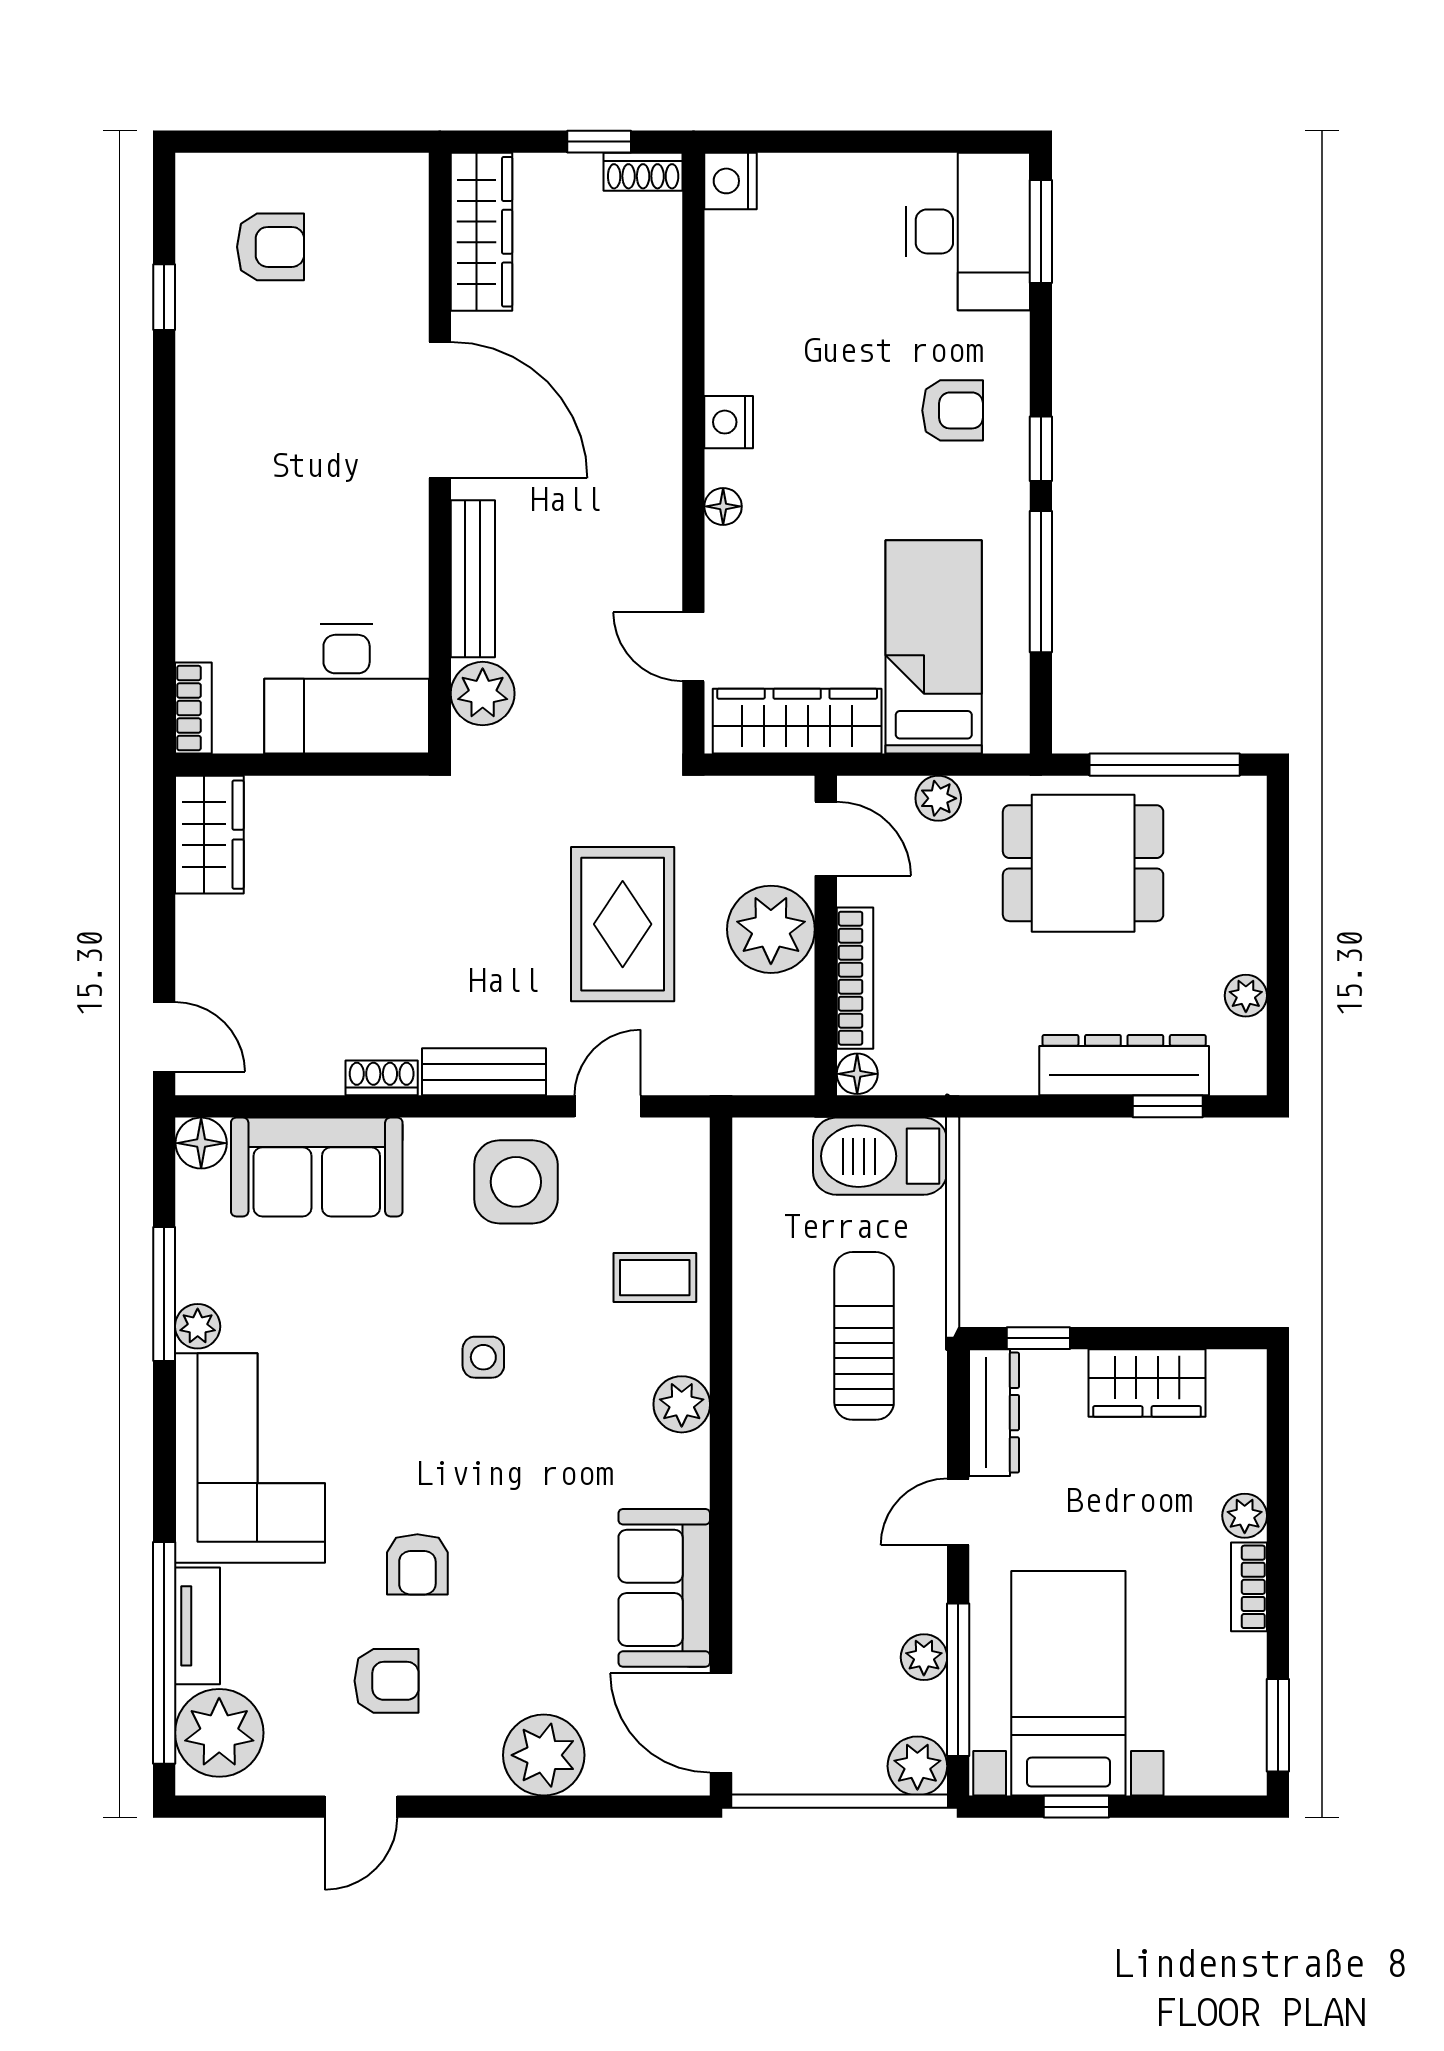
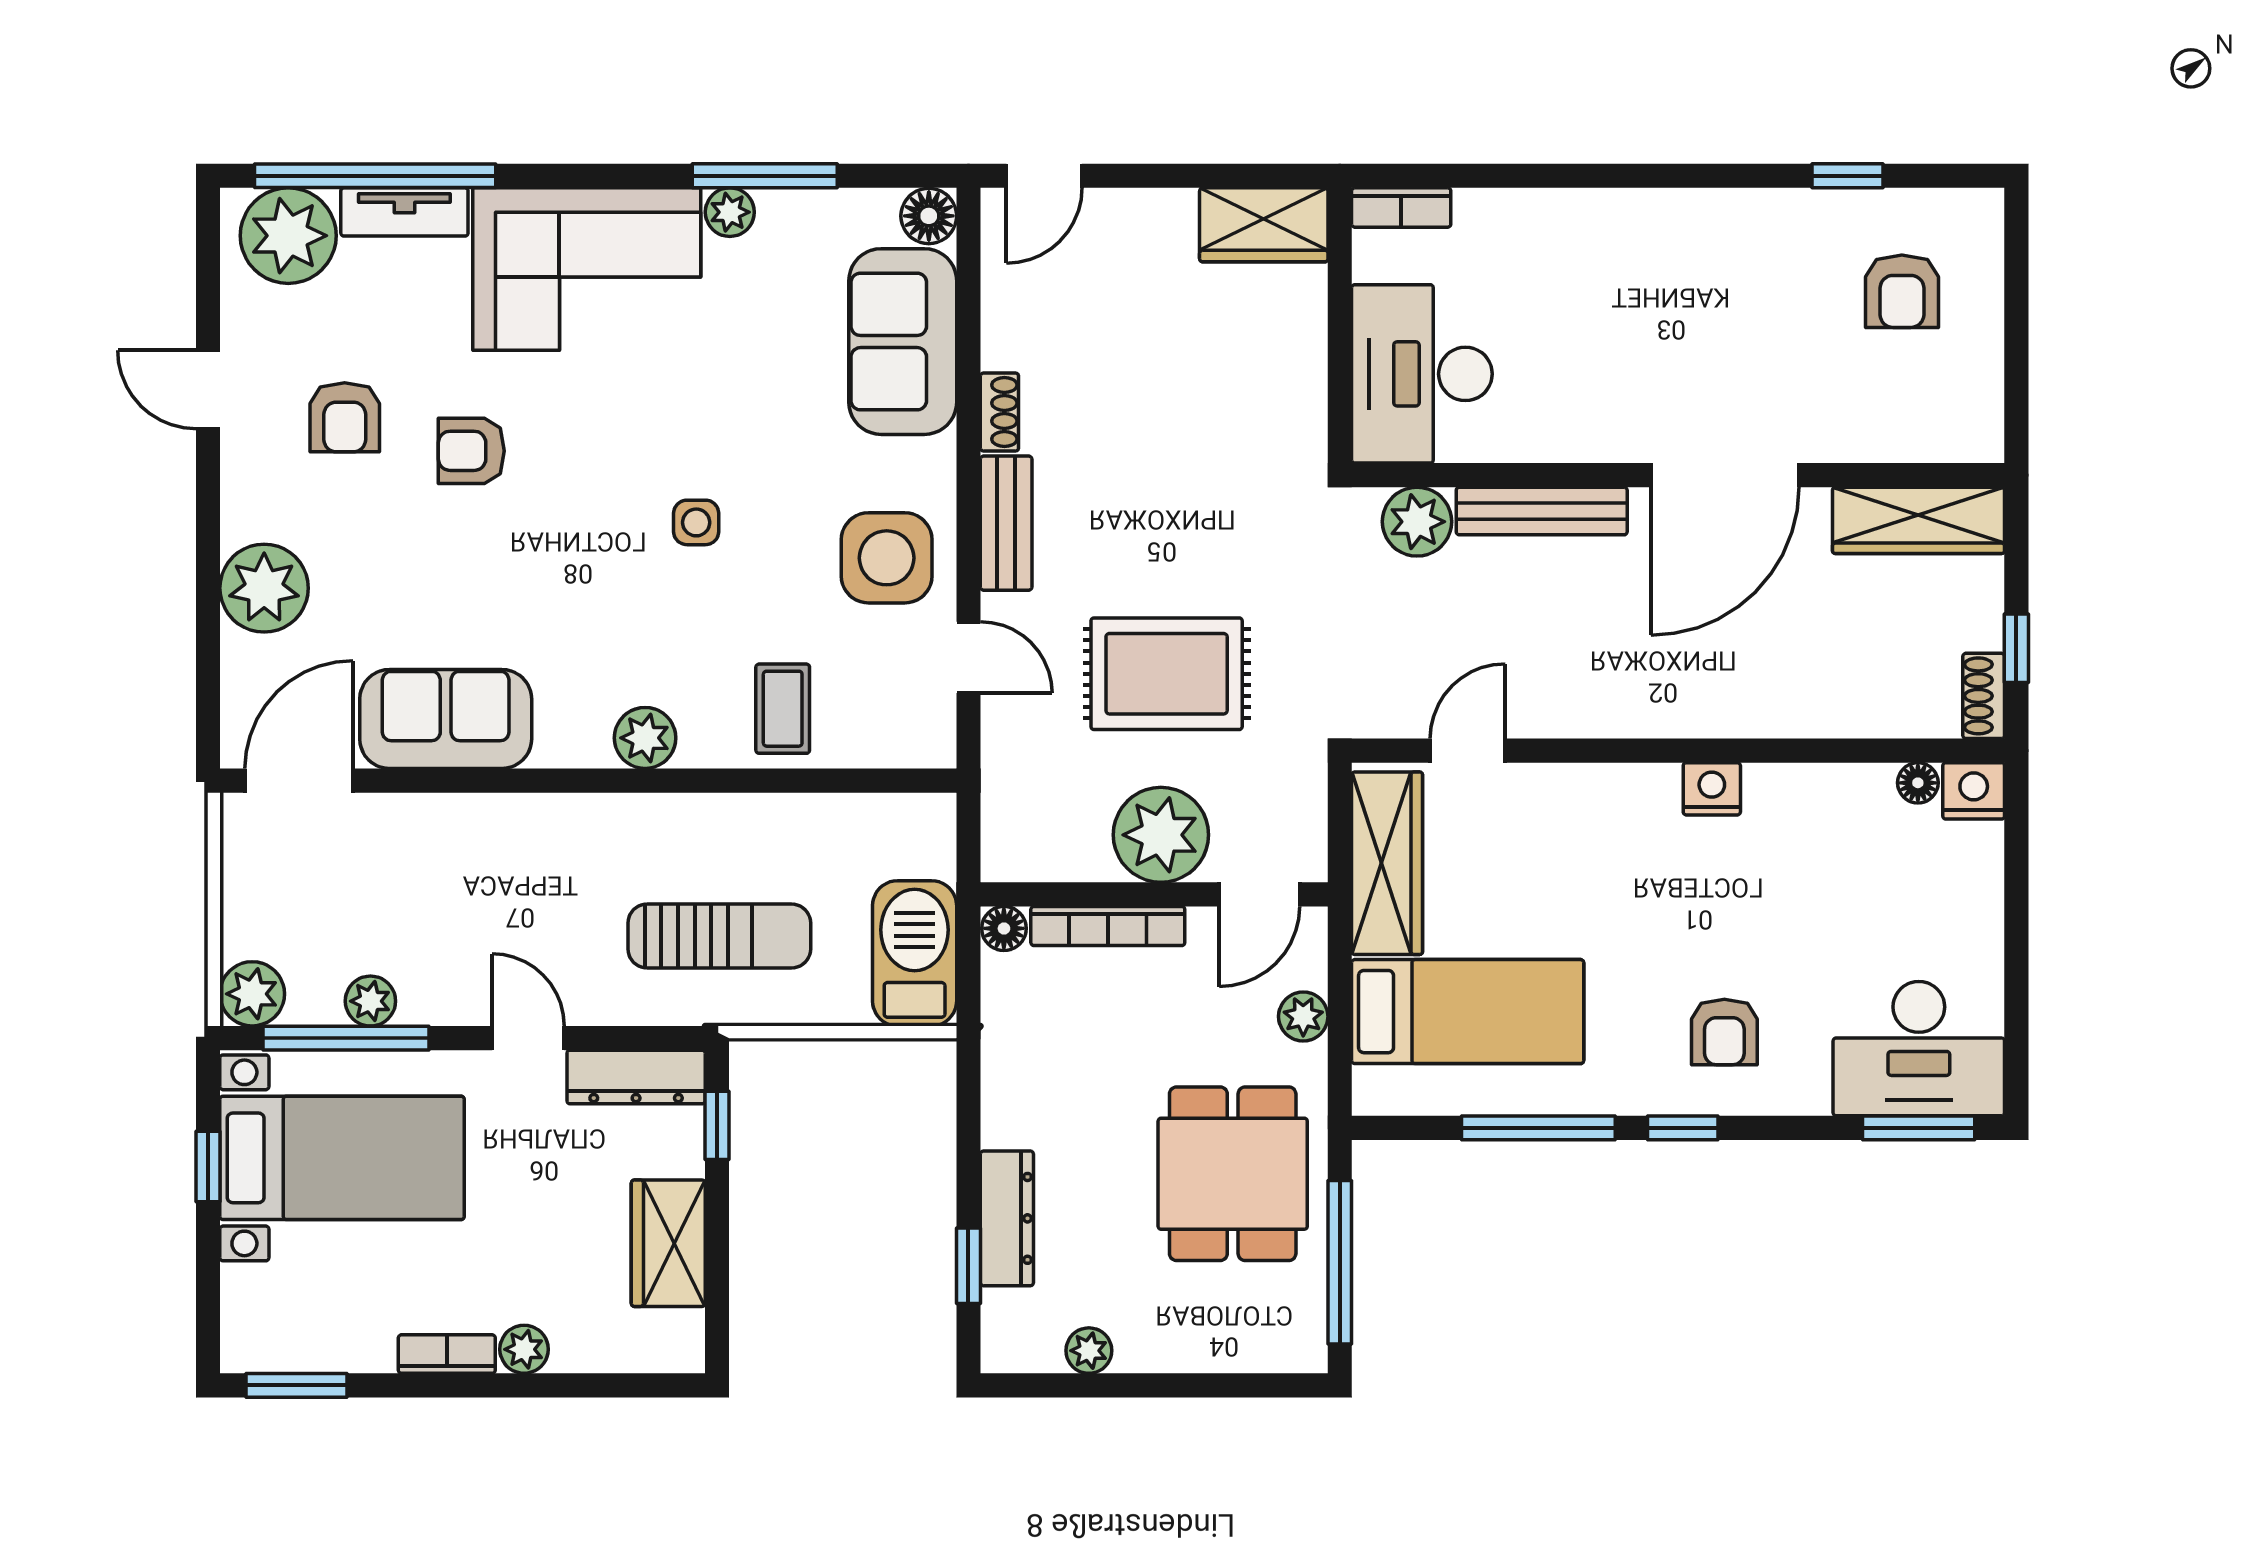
floor lamp: (723, 506) -> (1918, 783), moved
dresser: (1124, 1065) -> (1007, 1218), width x0.73, depth x0.80

